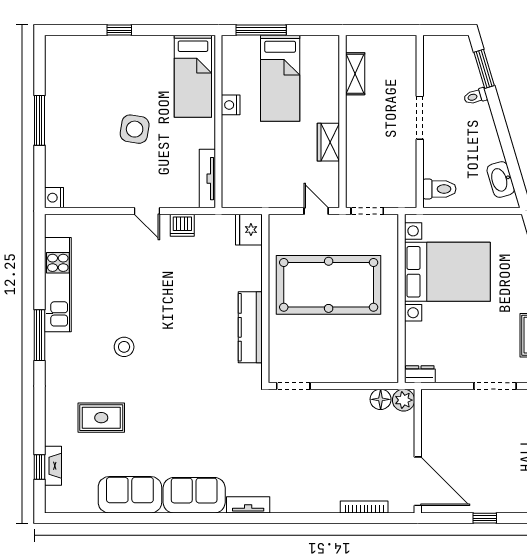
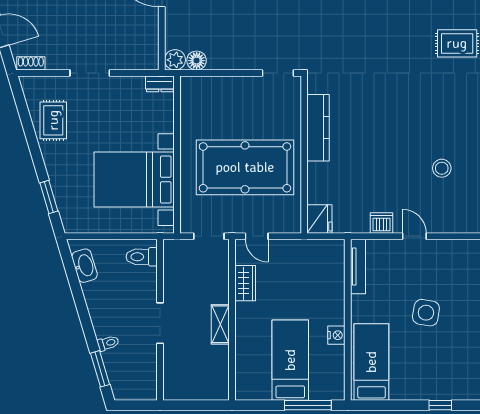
shelving: (355, 74) -> (220, 324), moved
wardrobe: (328, 142) -> (245, 283), moved
stool: (124, 347) -> (442, 168), moved

